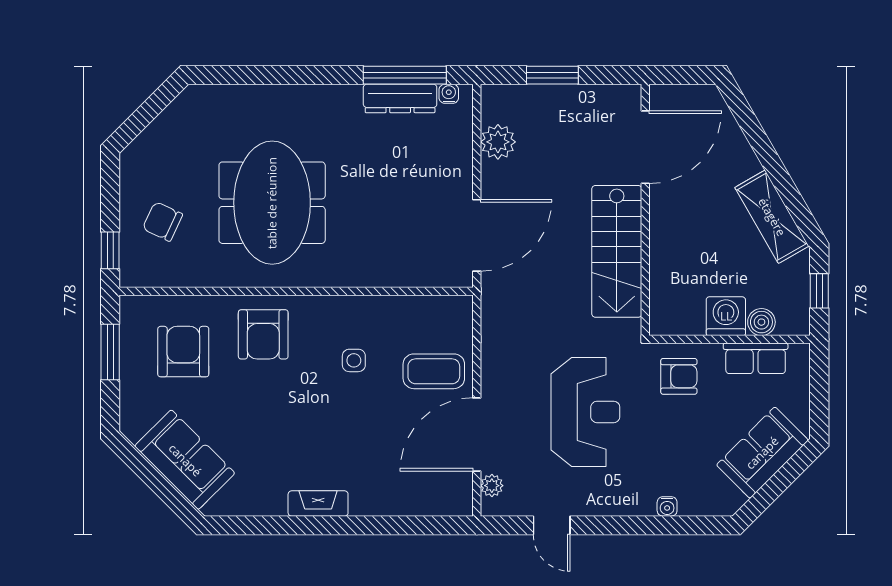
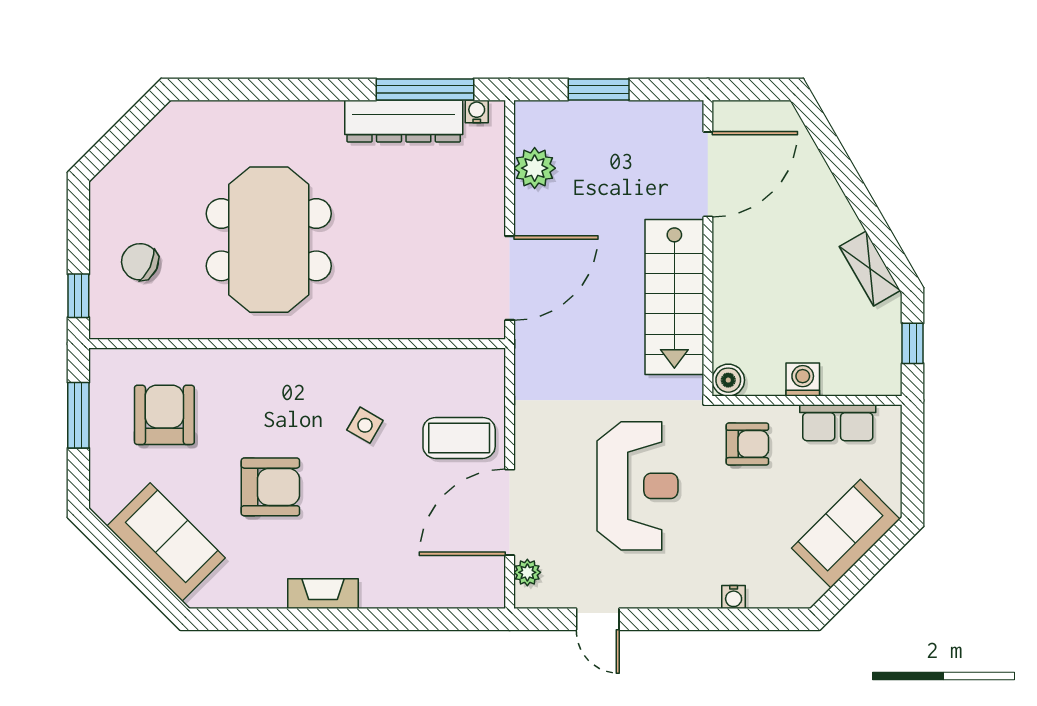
dresser: (400, 98) -> (404, 121), width x1.37, depth x1.24
shelving: (772, 217) -> (870, 269), width x0.67, depth x0.75
washing machine: (726, 316) -> (803, 379), width x0.73, depth x0.73
boiler: (761, 322) -> (728, 380), moved
armchair: (263, 334) -> (270, 487), moved, turned -90
side table: (354, 360) -> (365, 425), turned 30

